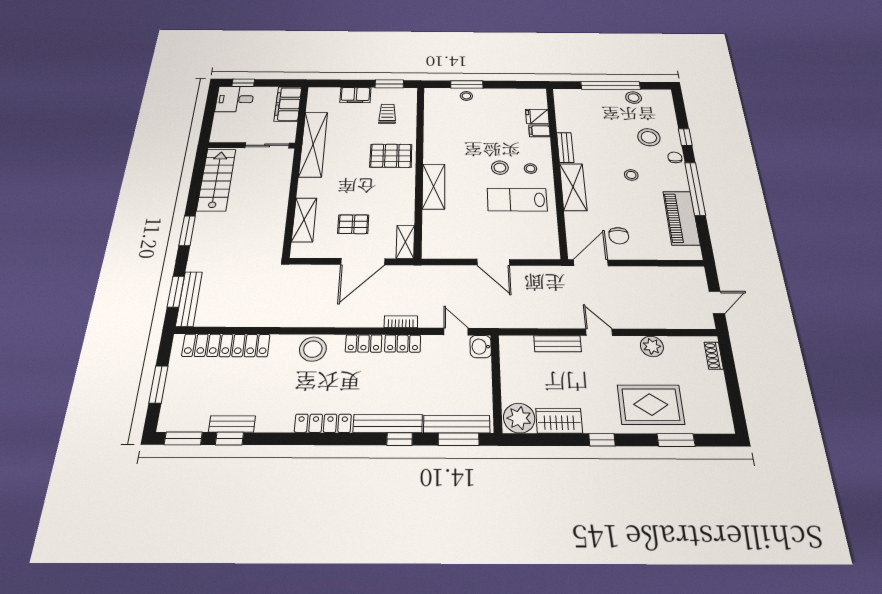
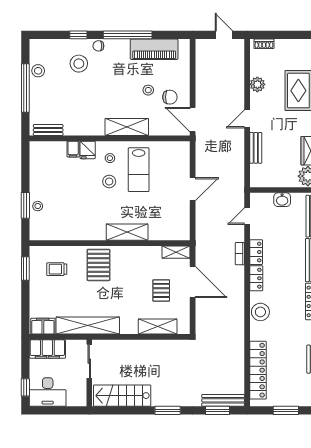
filing cabinet: (355, 95) -> (43, 326), moved, turned -90
desk: (235, 99) -> (48, 392), width x1.37
fridge: (537, 116) -> (88, 150), moved
bench: (565, 147) -> (48, 130), moved
stool: (631, 175) -> (148, 90), moved
washbasin: (481, 347) -> (282, 200), moved

